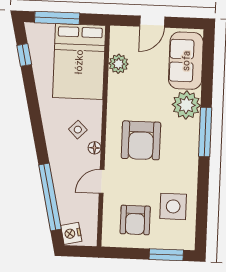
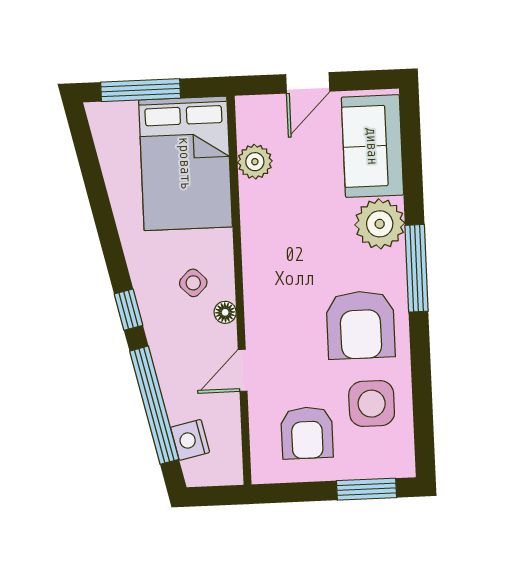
window: (24, 55) -> (129, 310), moved
armchair: (141, 140) -> (361, 325), moved
nightstand: (71, 233) -> (190, 440), moved

